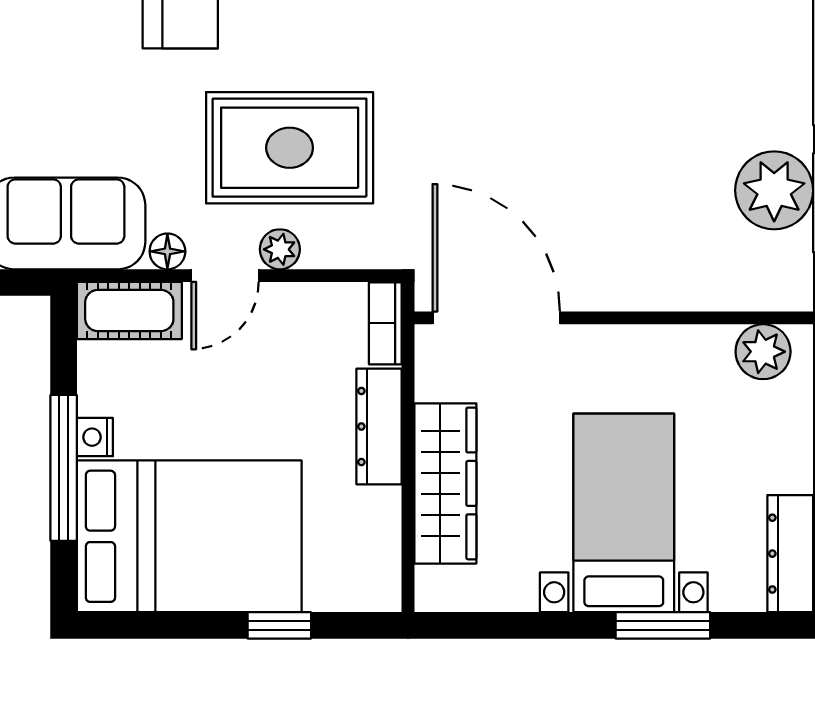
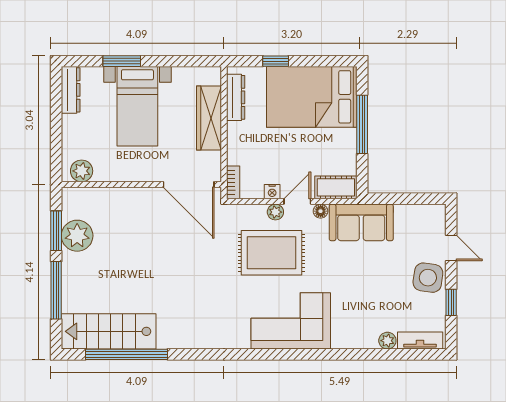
dresser: (379, 427) -> (236, 97), moved
nightstand: (95, 437) -> (272, 192), moved, turned 90

